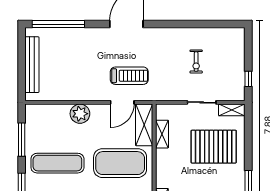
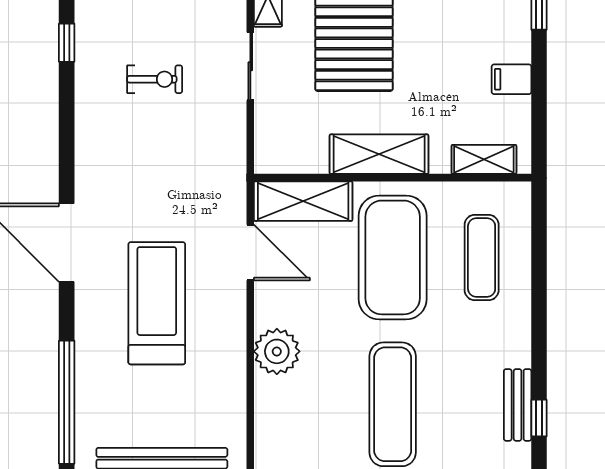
window: (212, 24) -> (67, 43), added
treadmill: (129, 76) -> (157, 303), moved, width x1.37, depth x1.38
shelving: (162, 134) -> (379, 154), moved, width x1.50, depth x1.33

